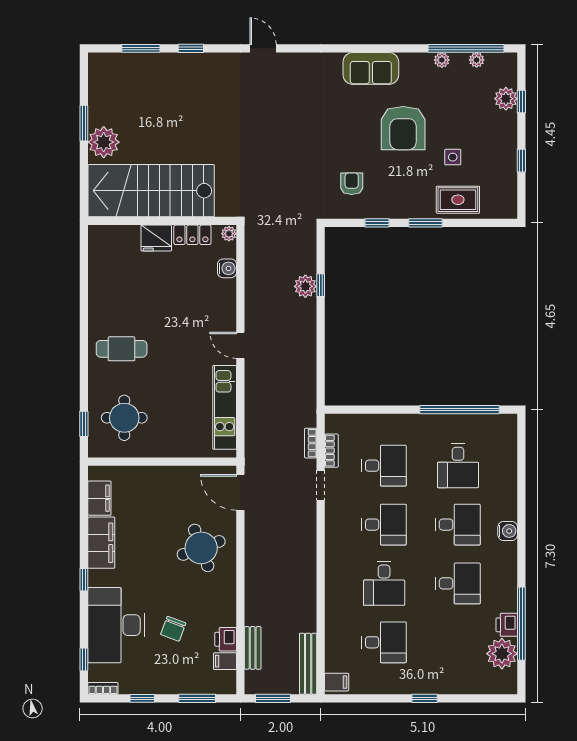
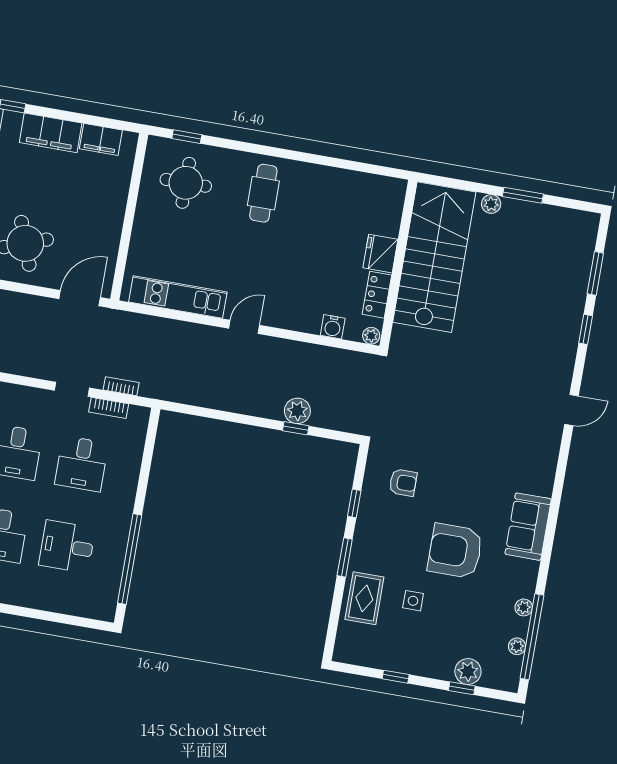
plant: (104, 142) -> (491, 204), width x0.53, depth x0.53

